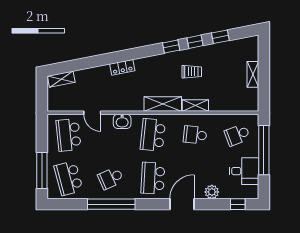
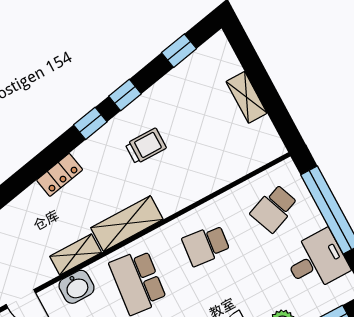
window: (220, 37) -> (179, 51), moved
locker: (122, 67) -> (60, 175), moved
shelving: (195, 106) -> (76, 254), moved

